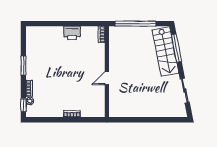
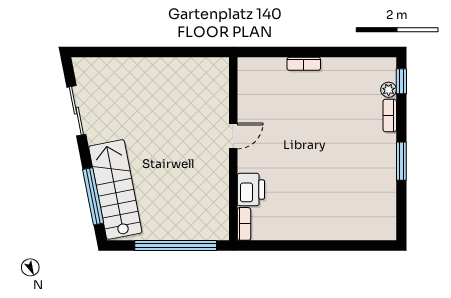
printer: (72, 33) -> (251, 190), moved, turned 90

